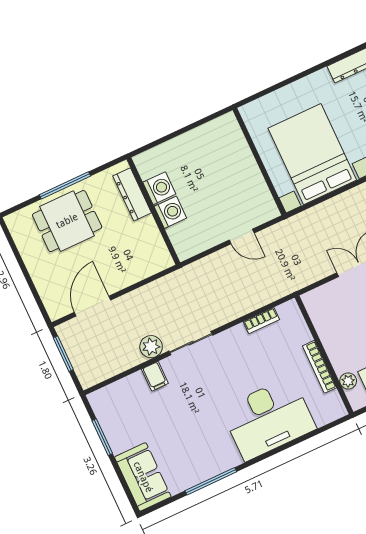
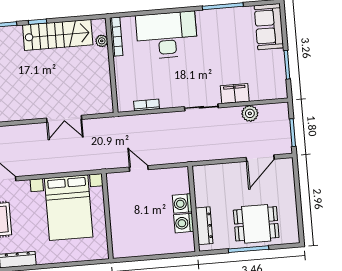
plant: (151, 347) -> (250, 113), moved
bookcase: (319, 367) -> (116, 37), moved
filing cabinet: (155, 376) -> (235, 94), width x2.00

